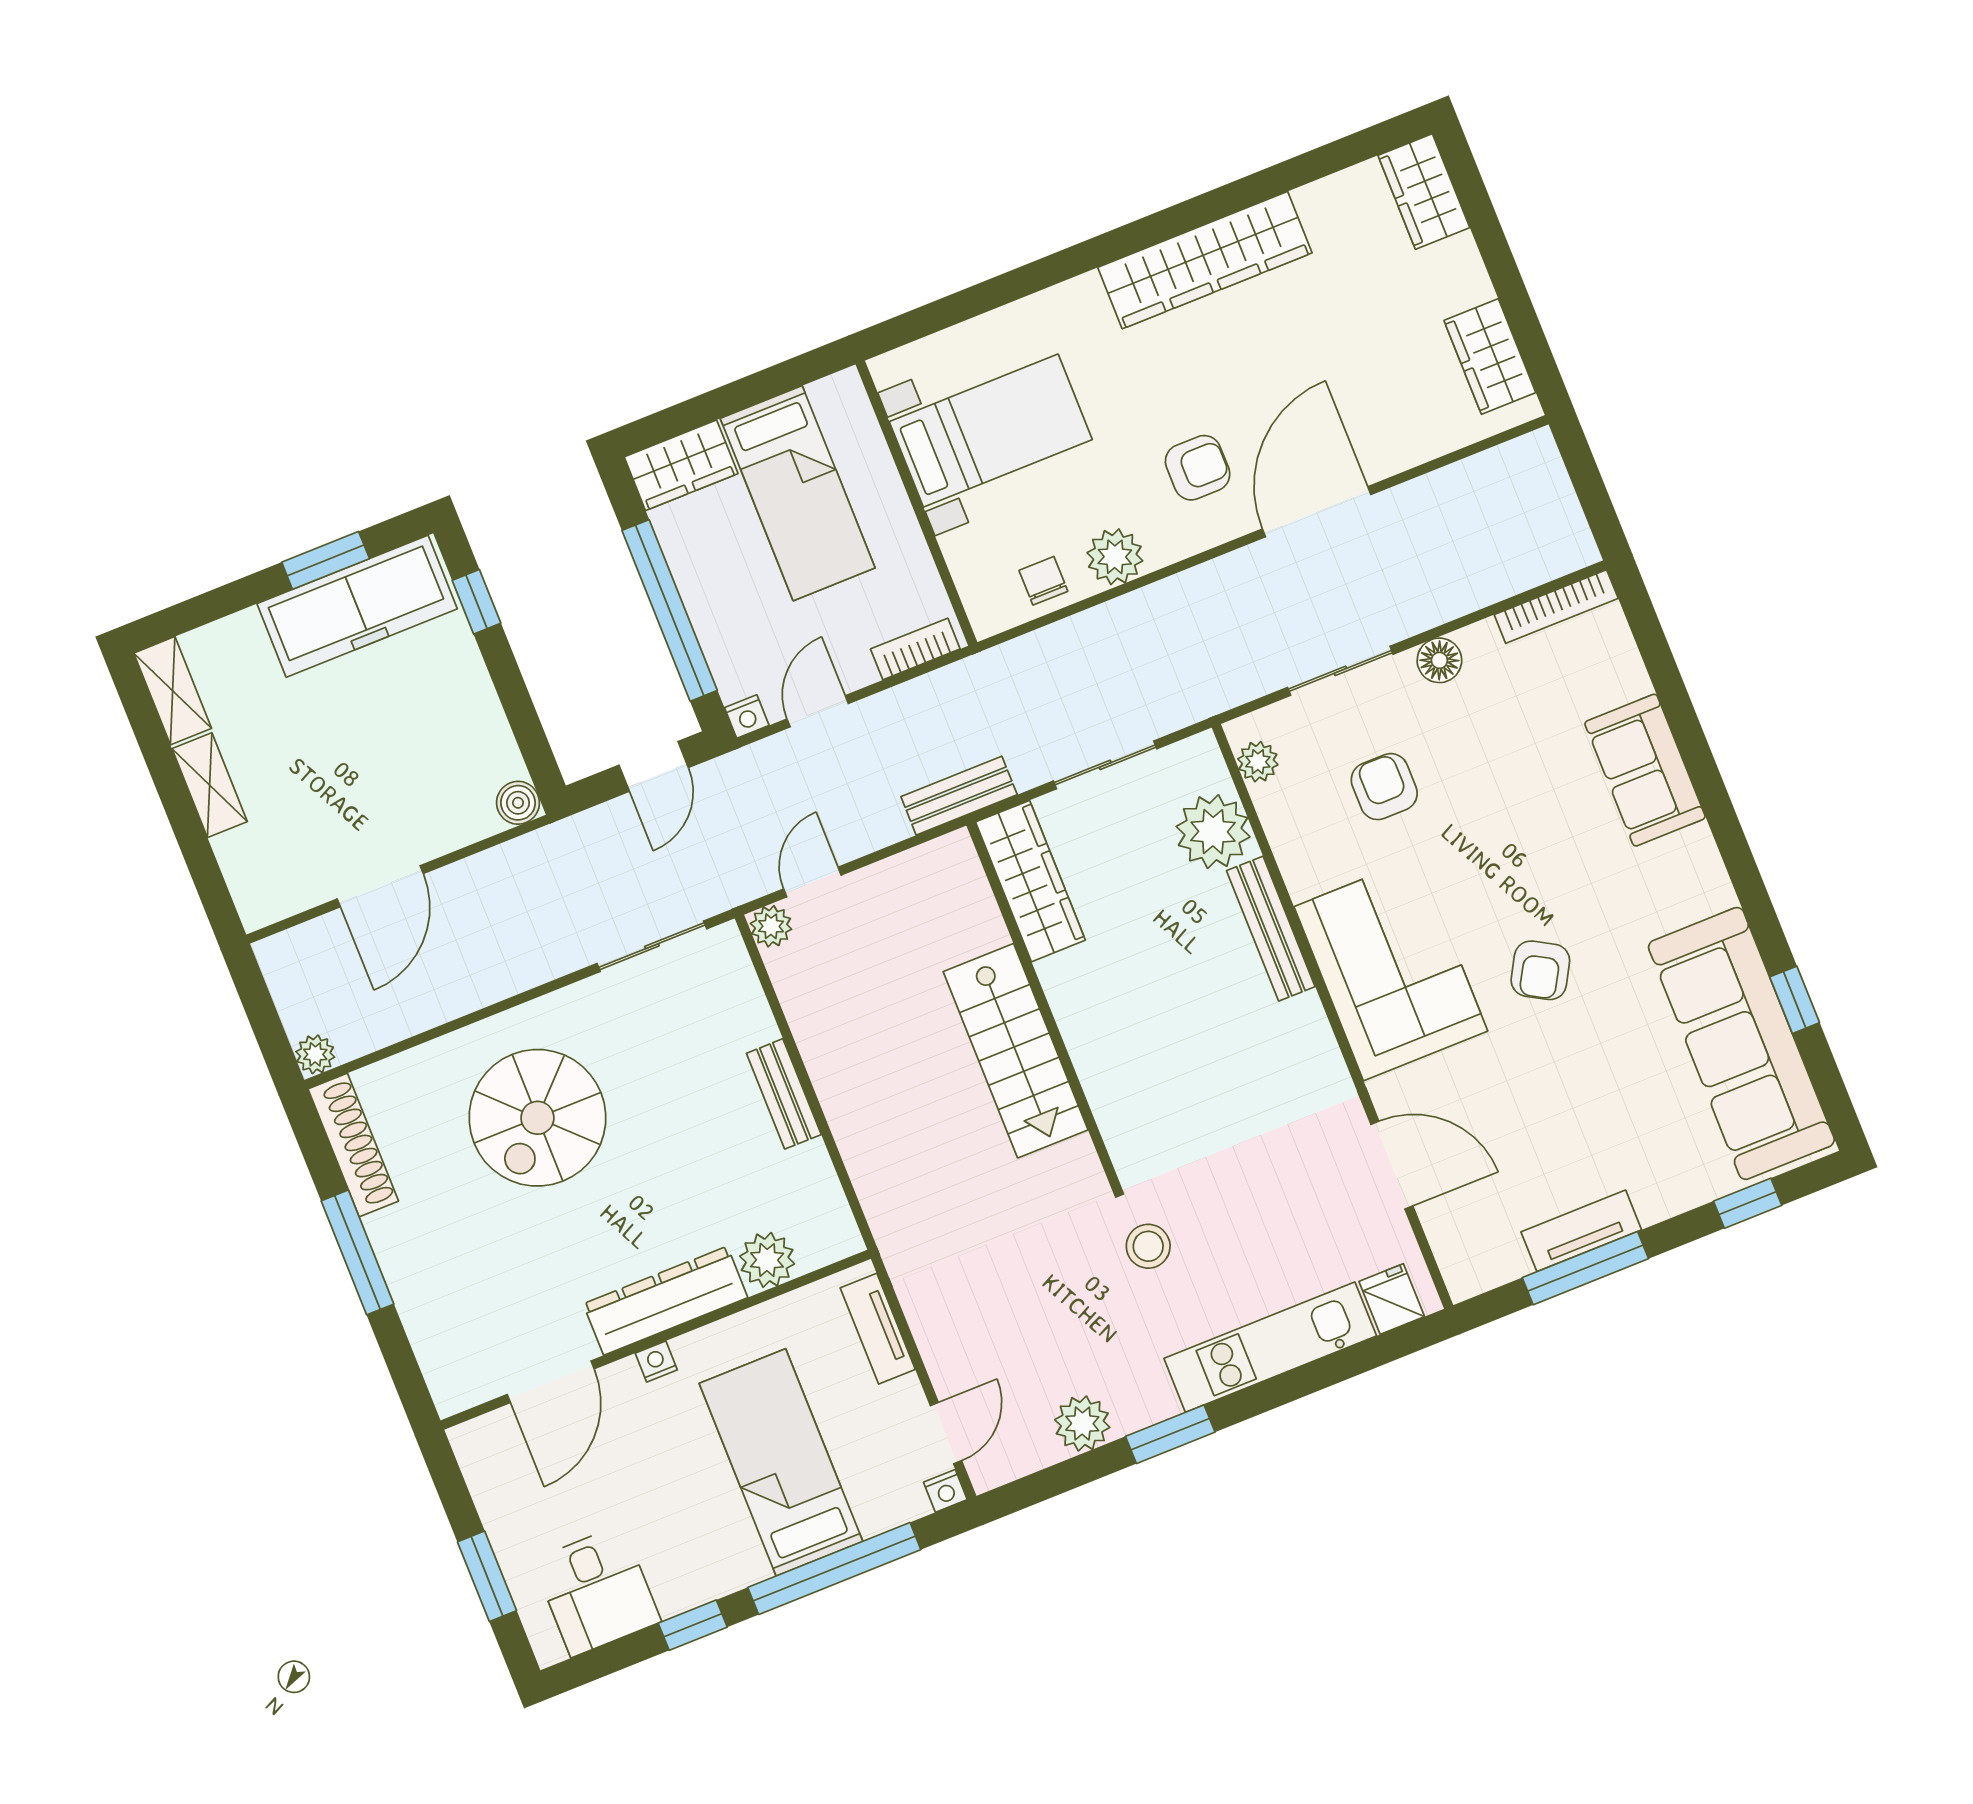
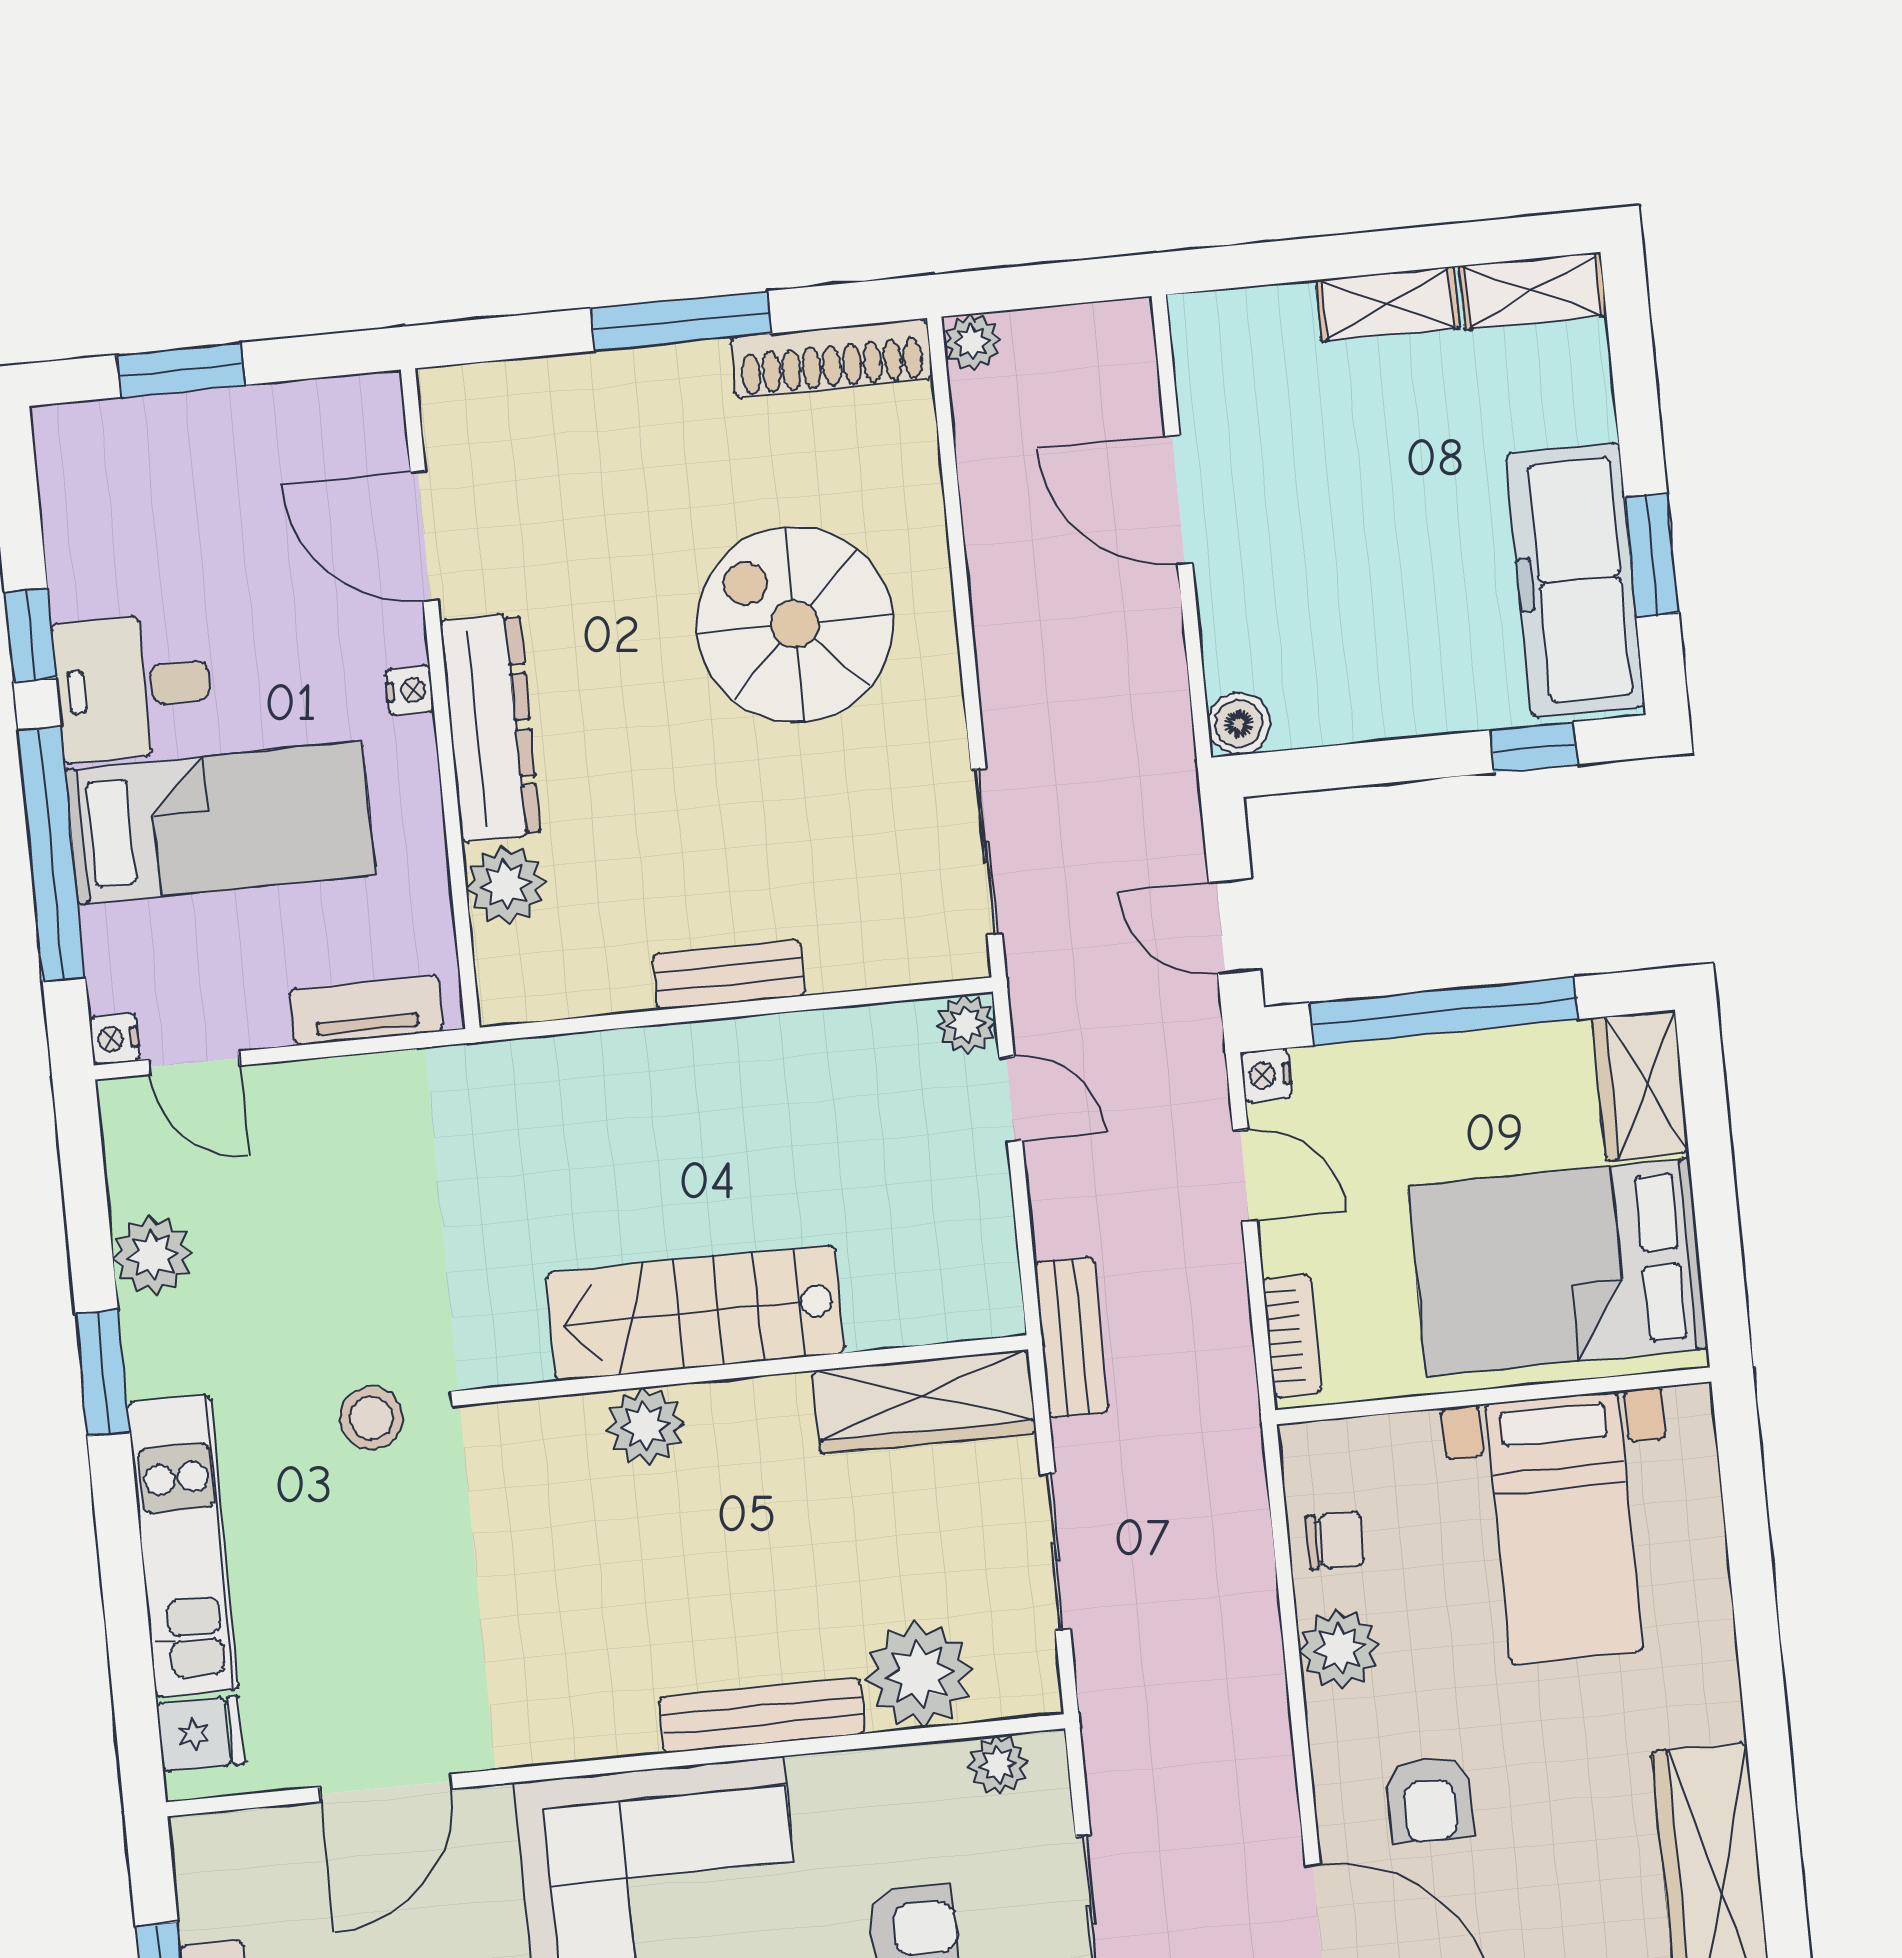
bed: (798, 493) -> (1558, 1267), width x1.50
plant: (1101, 1062) -> (645, 1426), added
desk: (597, 1591) -> (133, 687), moved

